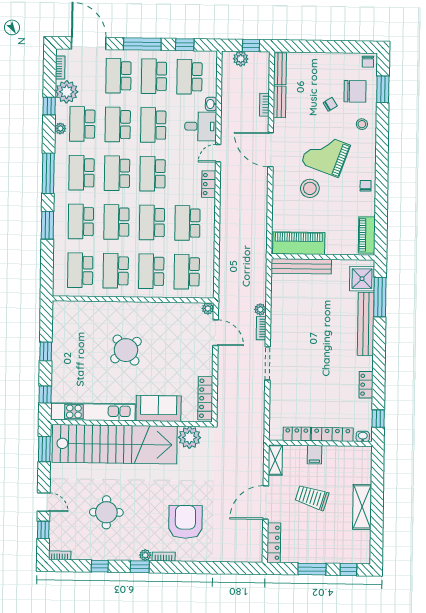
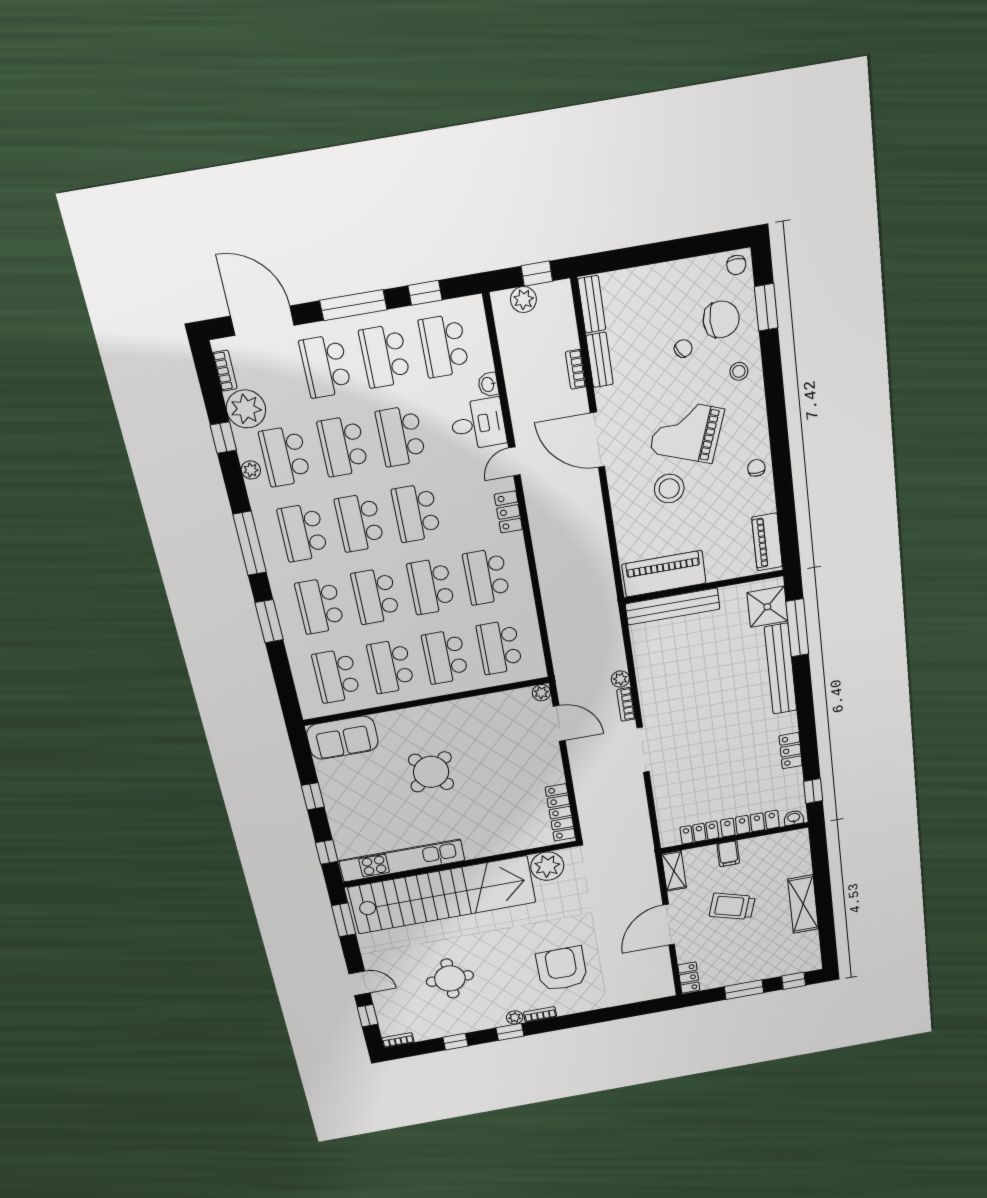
sofa: (159, 408) -> (342, 738), moved, turned 180
locker: (274, 543) -> (689, 978), width x0.66

